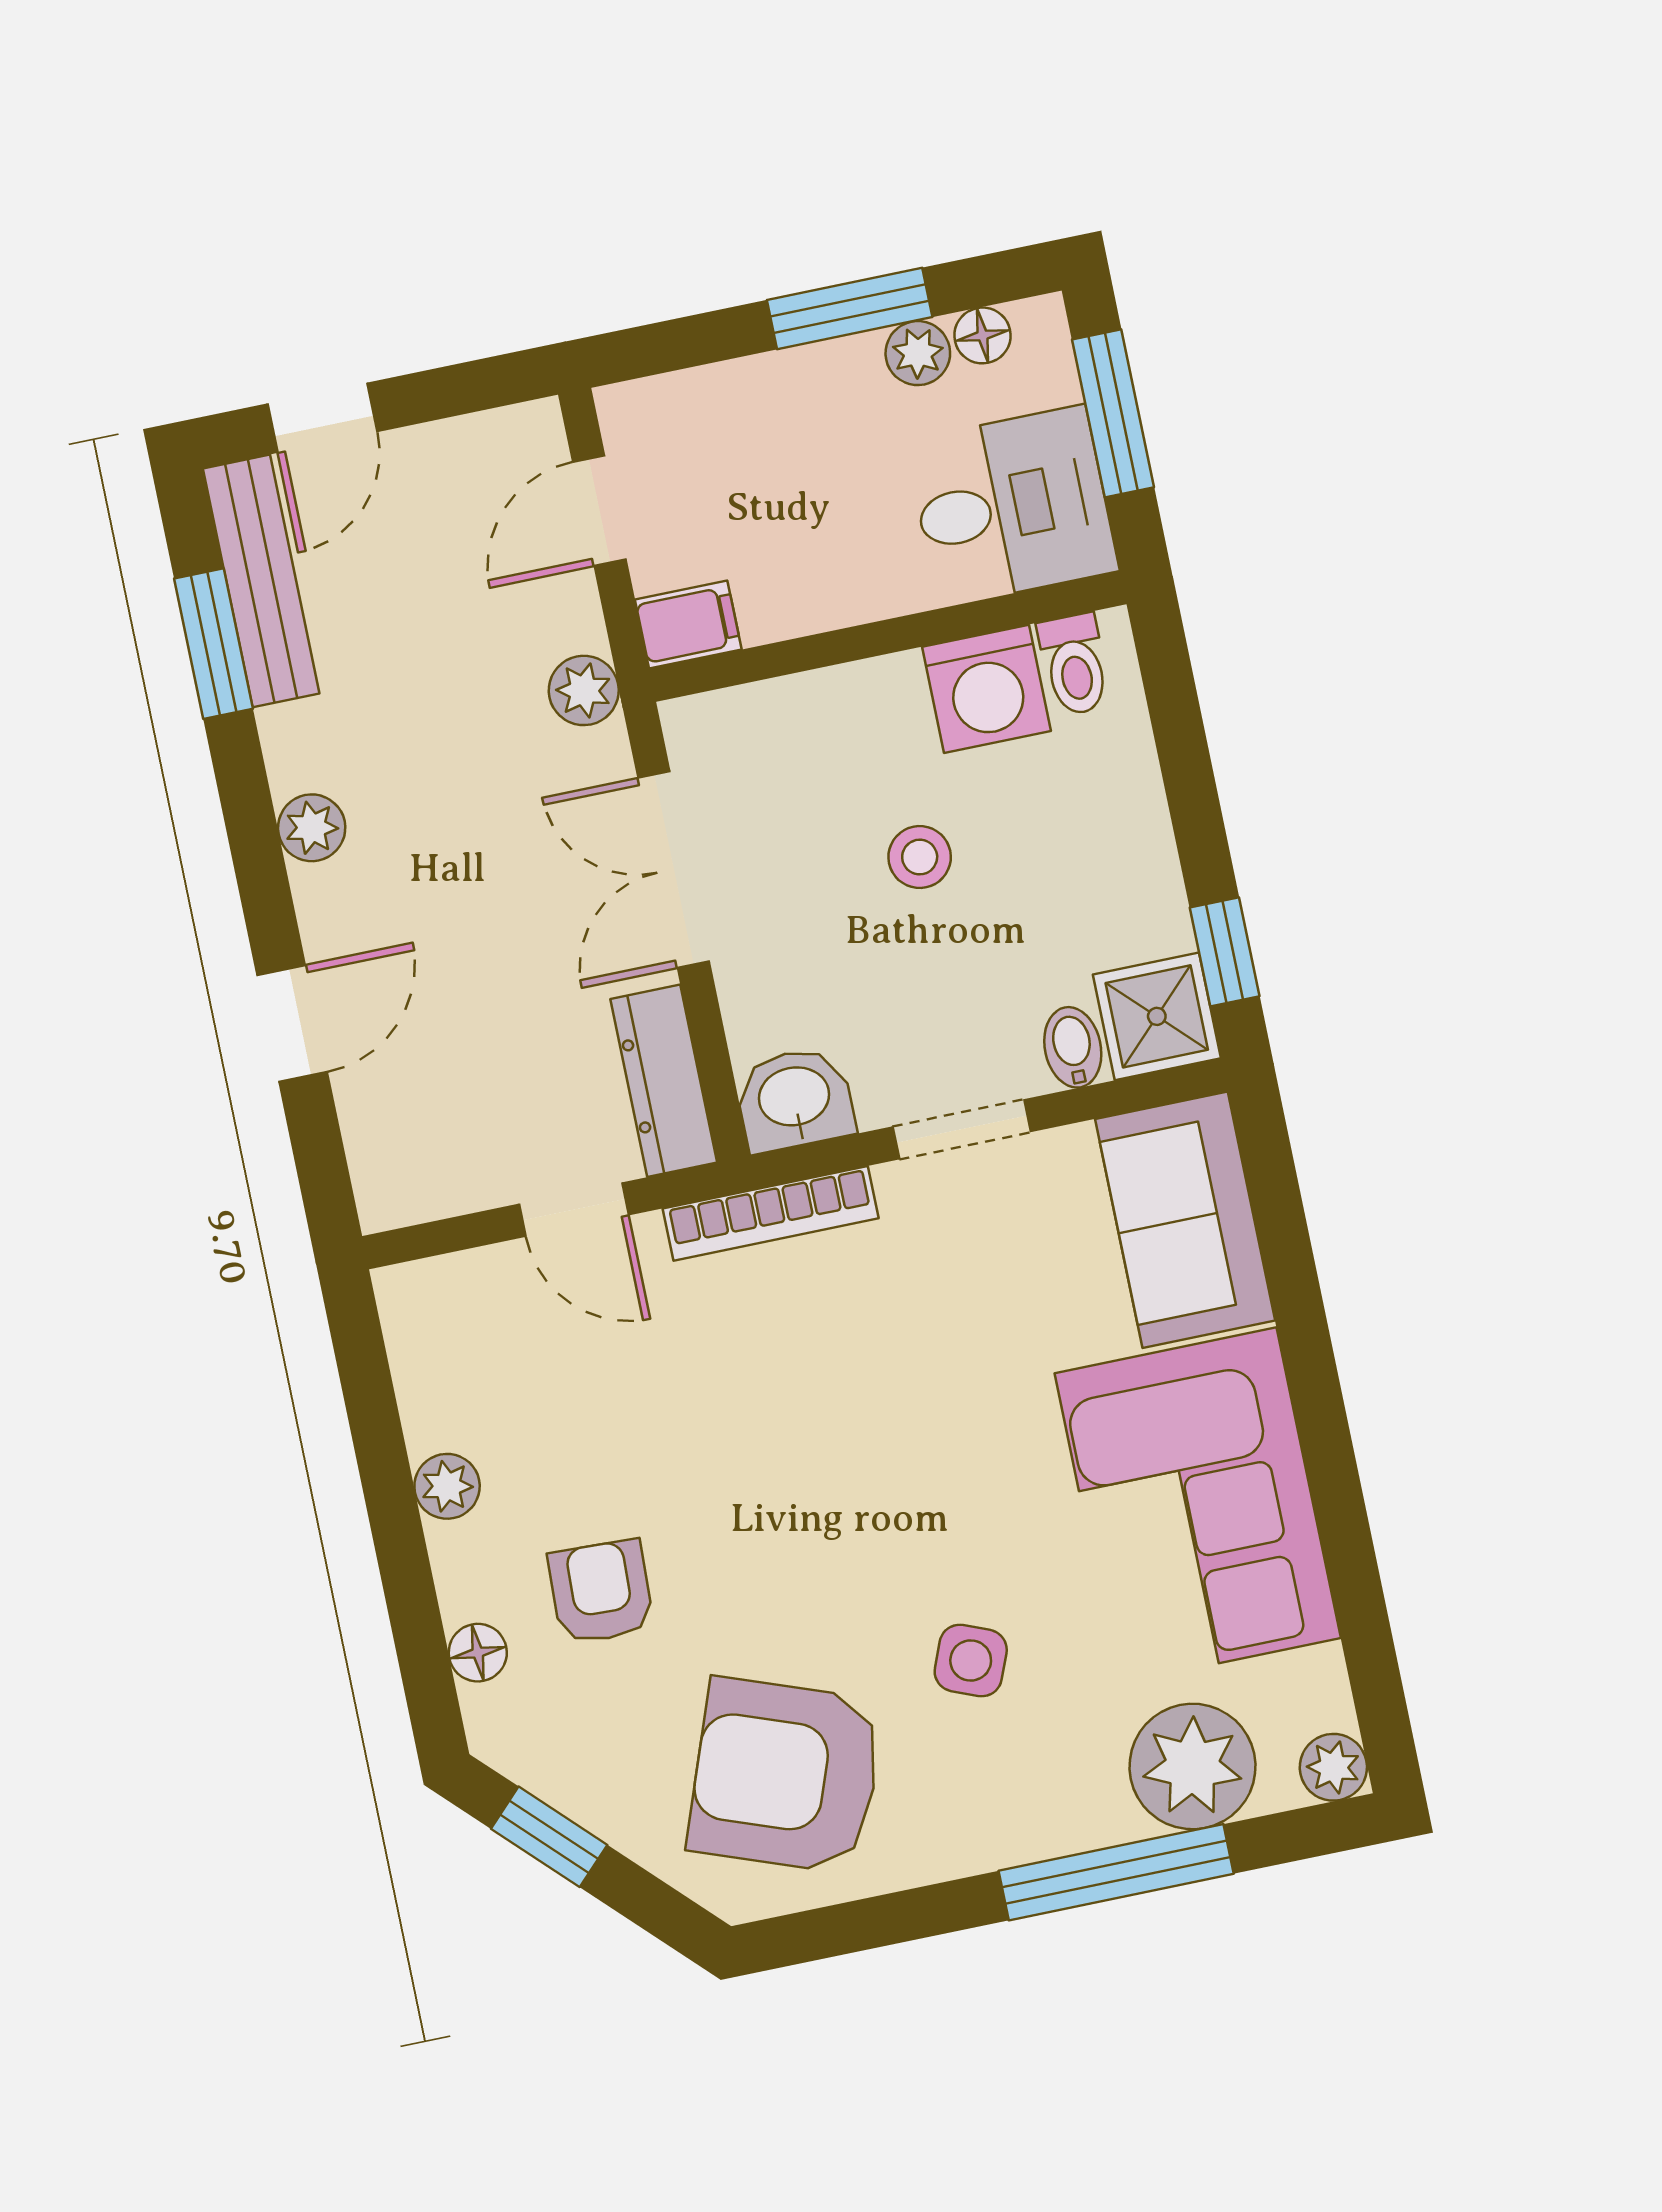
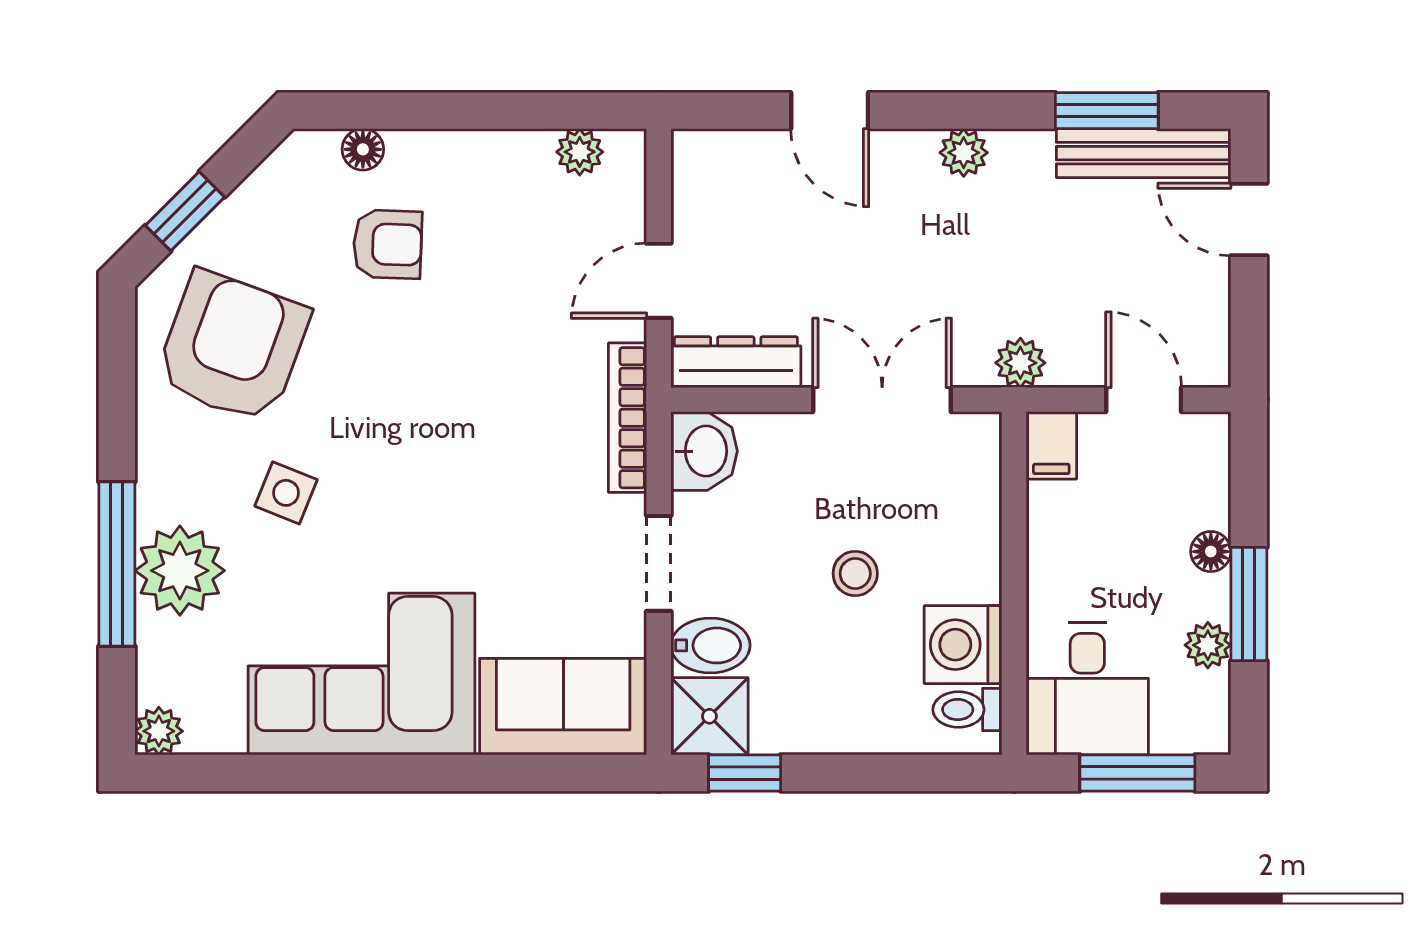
floor lamp: (983, 335) -> (1211, 552), moved
bidet: (1073, 1047) -> (710, 645), width x1.38, depth x1.36
plant: (447, 1486) -> (580, 152), moved
plant: (1192, 1766) -> (180, 571), moved
window: (549, 1837) -> (185, 211), moved

